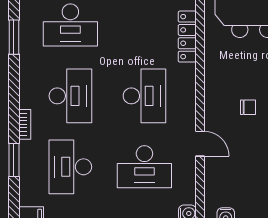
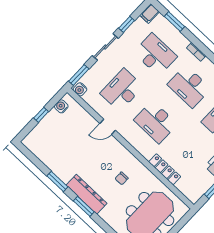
chair: (248, 107) -> (122, 178), moved
window: (14, 160) -> (174, 21), moved

